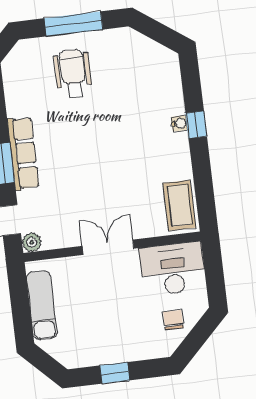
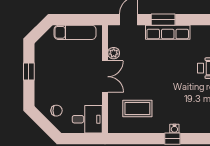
coffee table: (179, 205) -> (137, 108), moved
plant: (32, 242) -> (114, 53), moved
desk: (173, 269) -> (87, 119), width x0.73

